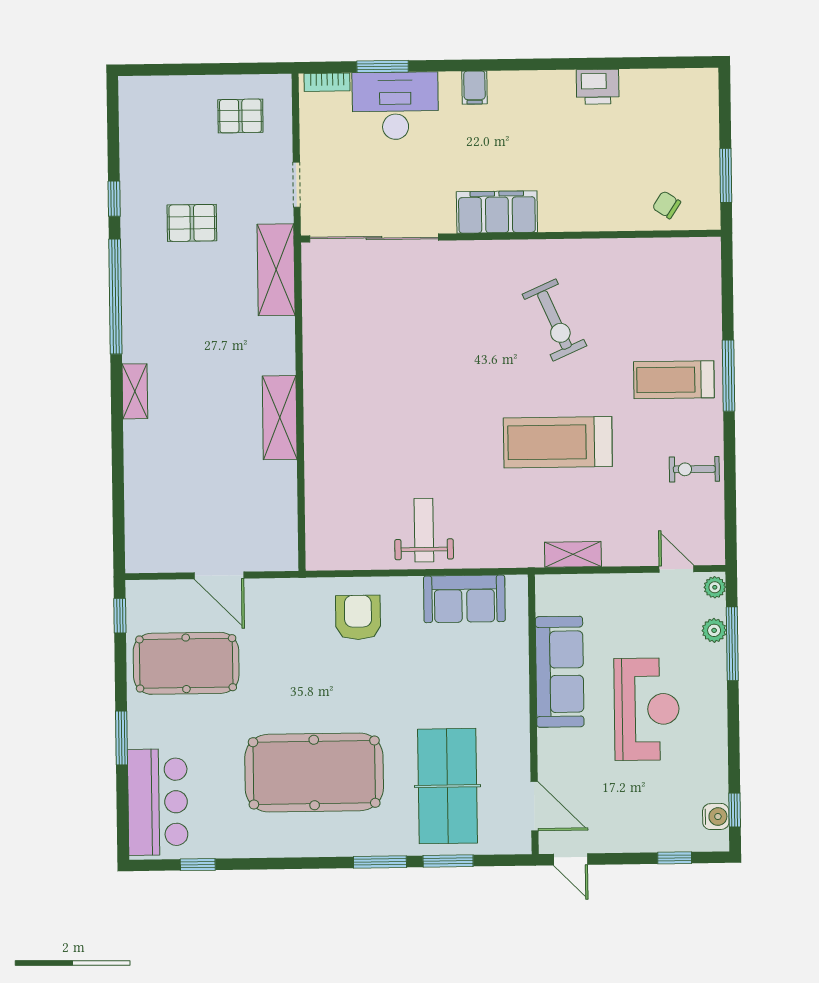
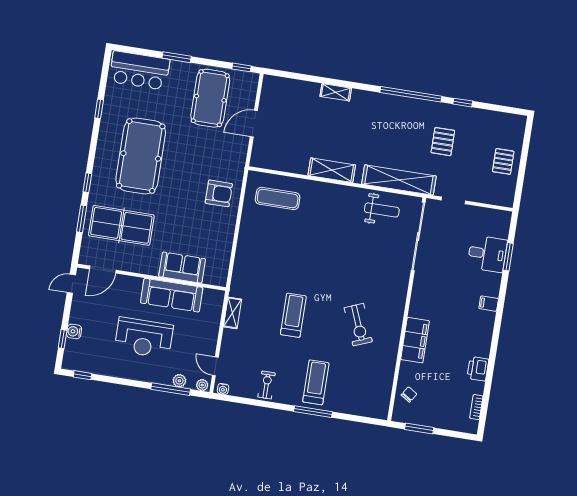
bookcase: (327, 82) -> (476, 407), moved
desk: (395, 106) -> (487, 254), width x0.73
pallet: (240, 116) -> (503, 161), moved
filing cabinet: (497, 212) -> (415, 340), moved
shelving: (276, 270) -> (399, 180), width x1.47
exercise bike: (555, 320) -> (358, 325), turned -88
shelving: (135, 391) -> (336, 92), moved
treadmill: (558, 442) -> (293, 315), width x0.73, depth x0.73
exercise mat: (349, 508) -> (278, 198), added
weight bench: (424, 530) -> (382, 210), moved
water cooler: (715, 548) -> (223, 389), added
door: (676, 569) -> (215, 366), swing flipped
sofa: (464, 599) -> (182, 268), moved, turned 90
water cooler: (716, 817) -> (74, 331), moved, turned 90
window: (380, 862) -> (87, 183), width x0.67
window: (198, 865) -> (99, 109), moved

